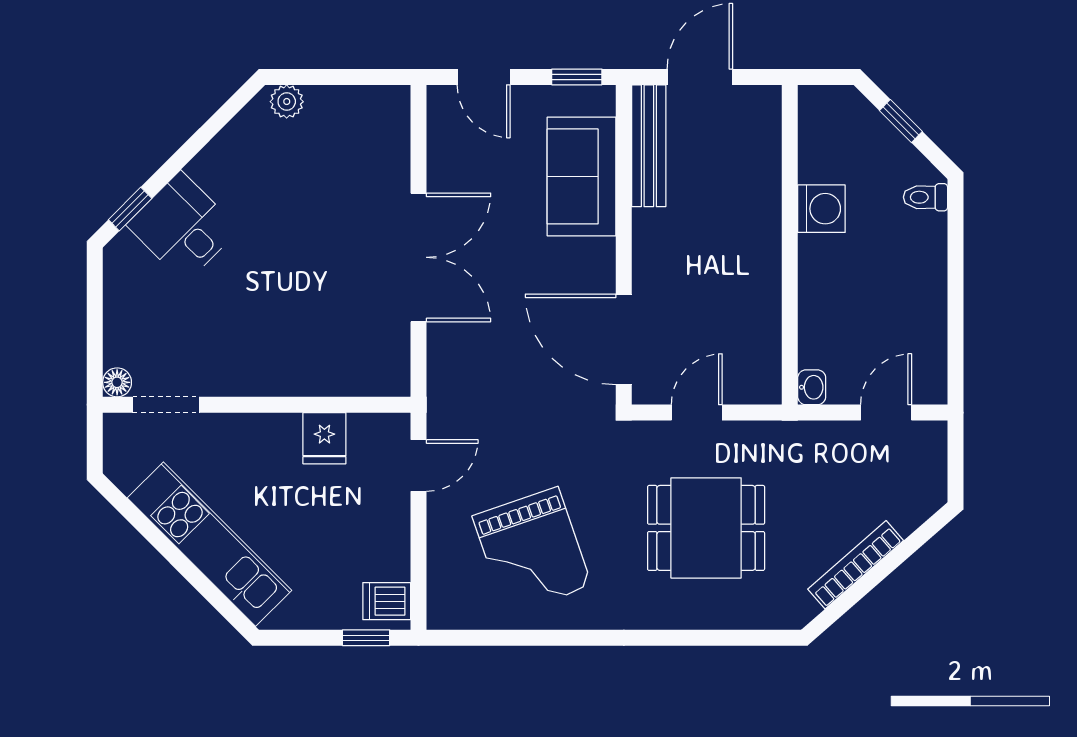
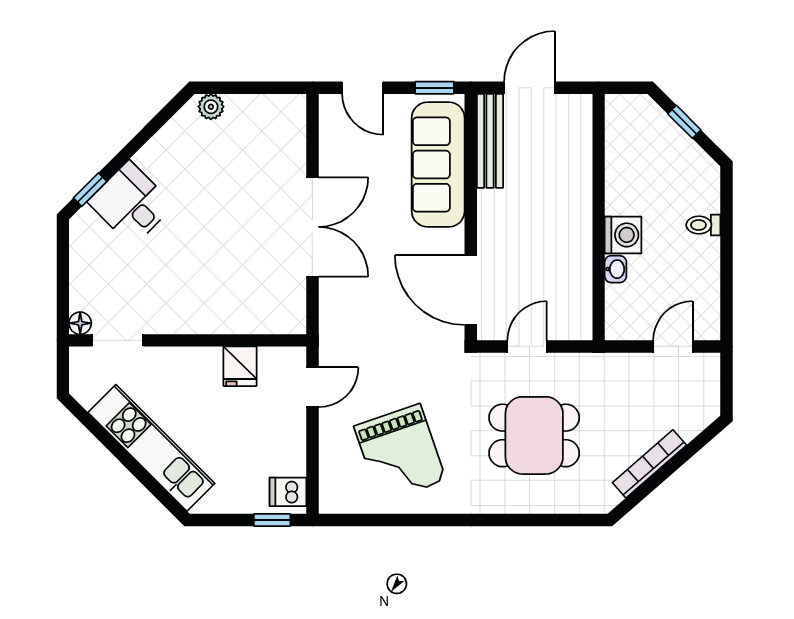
sofa: (582, 176) -> (438, 165), width x1.36
toilet: (925, 197) -> (703, 225), moved
washing machine: (821, 209) -> (623, 235), moved
washbasin: (812, 387) -> (616, 269), moved

